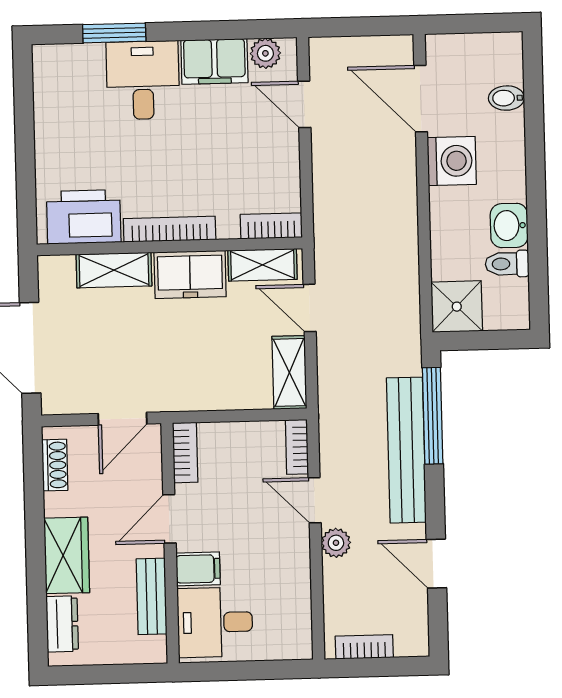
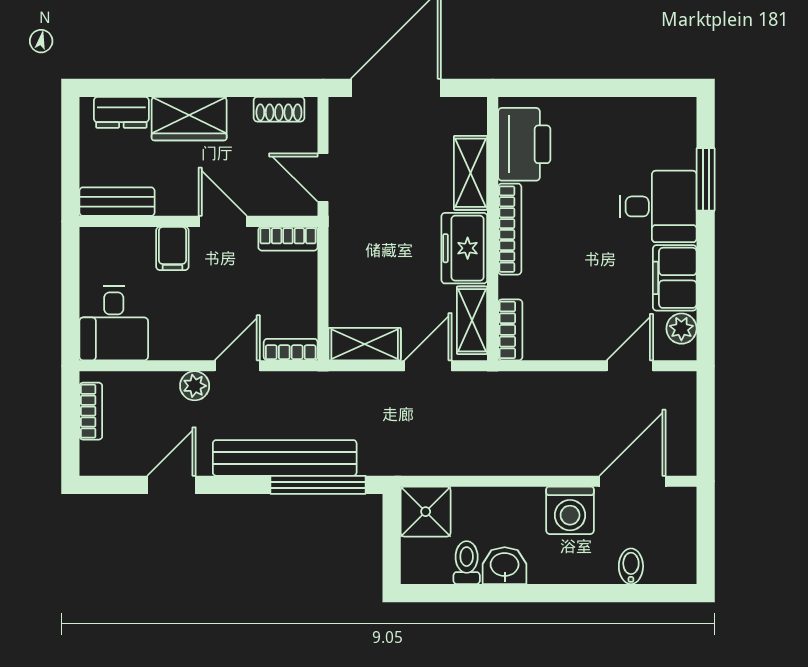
bench: (152, 596) -> (117, 202), moved
desk: (215, 622) -> (114, 323), moved, turned 180

